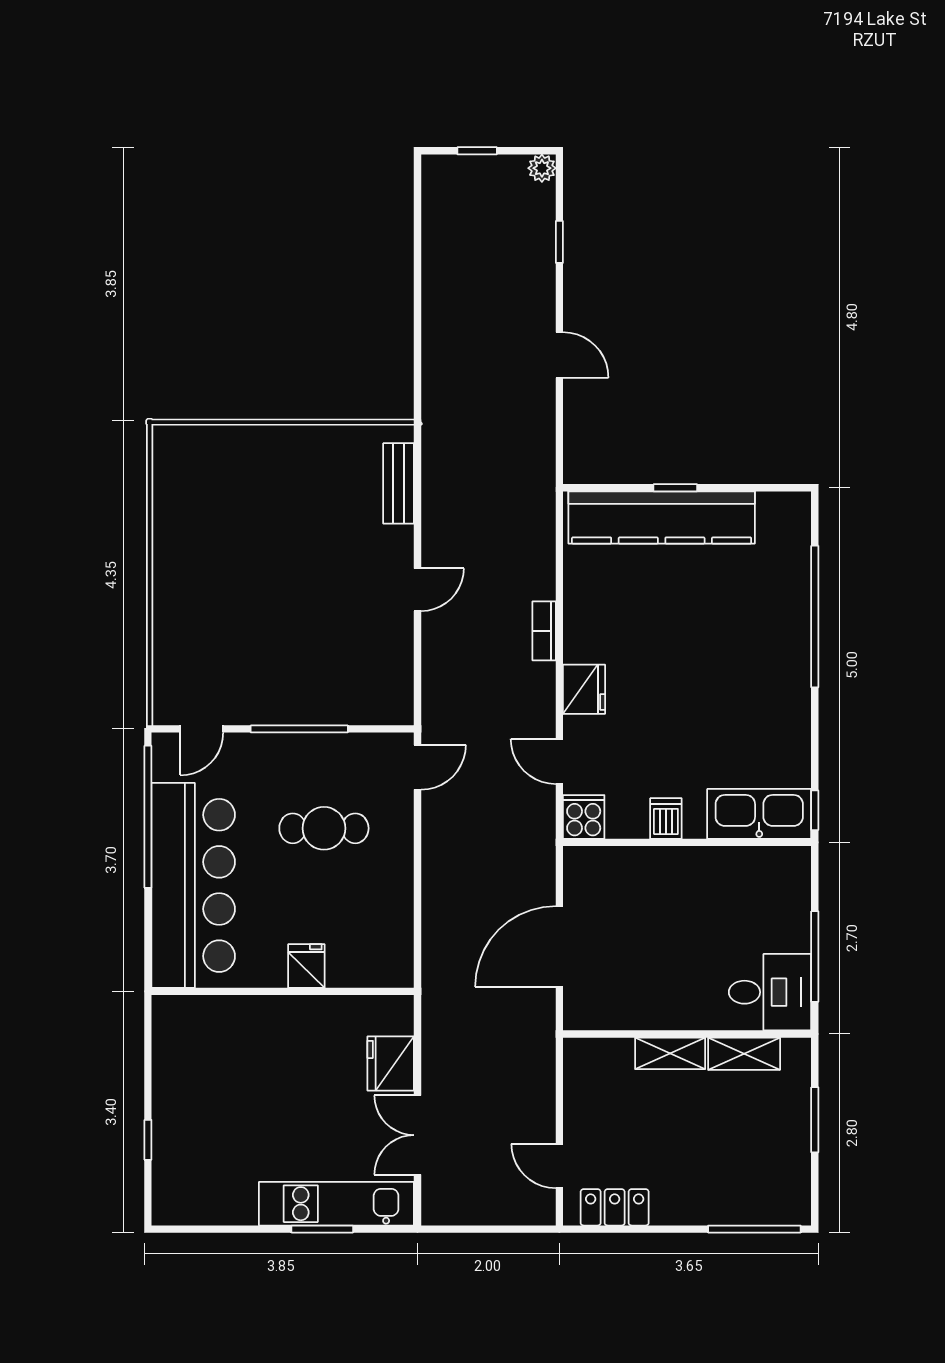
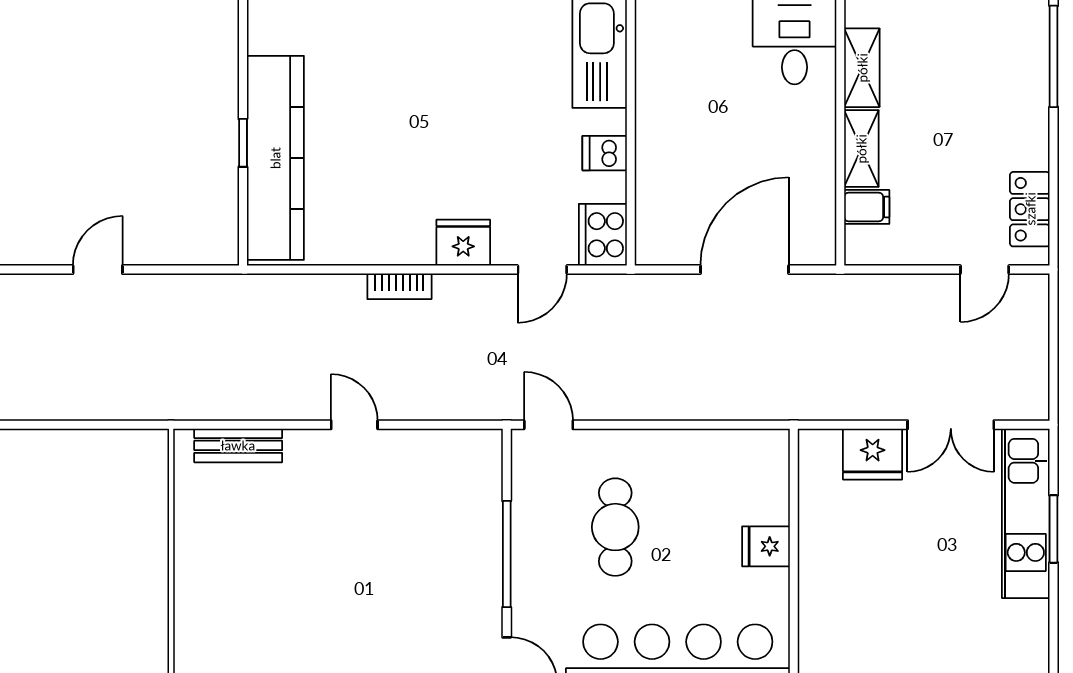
cooker: (584, 817) -> (603, 235), width x1.36
door: (559, 946) -> (744, 270), swing flipped
filing cabinet: (617, 1058) -> (867, 207), added

